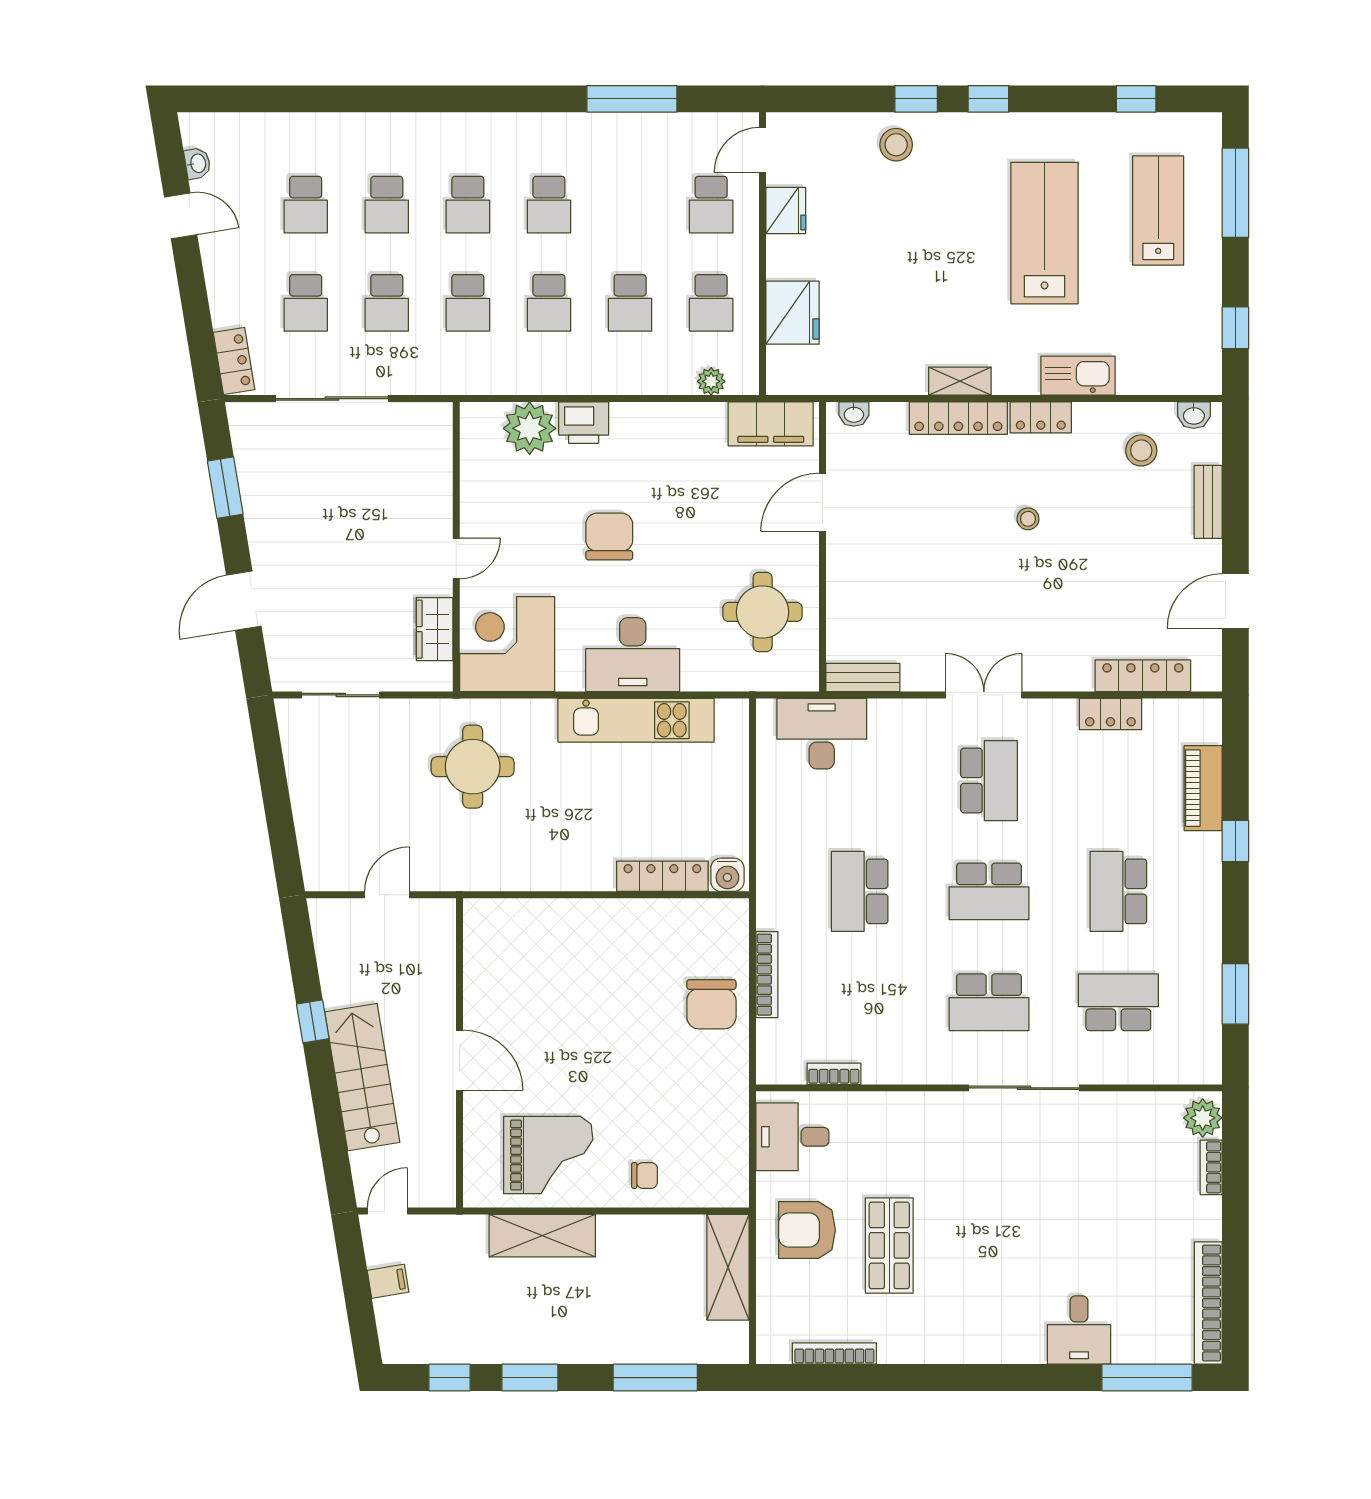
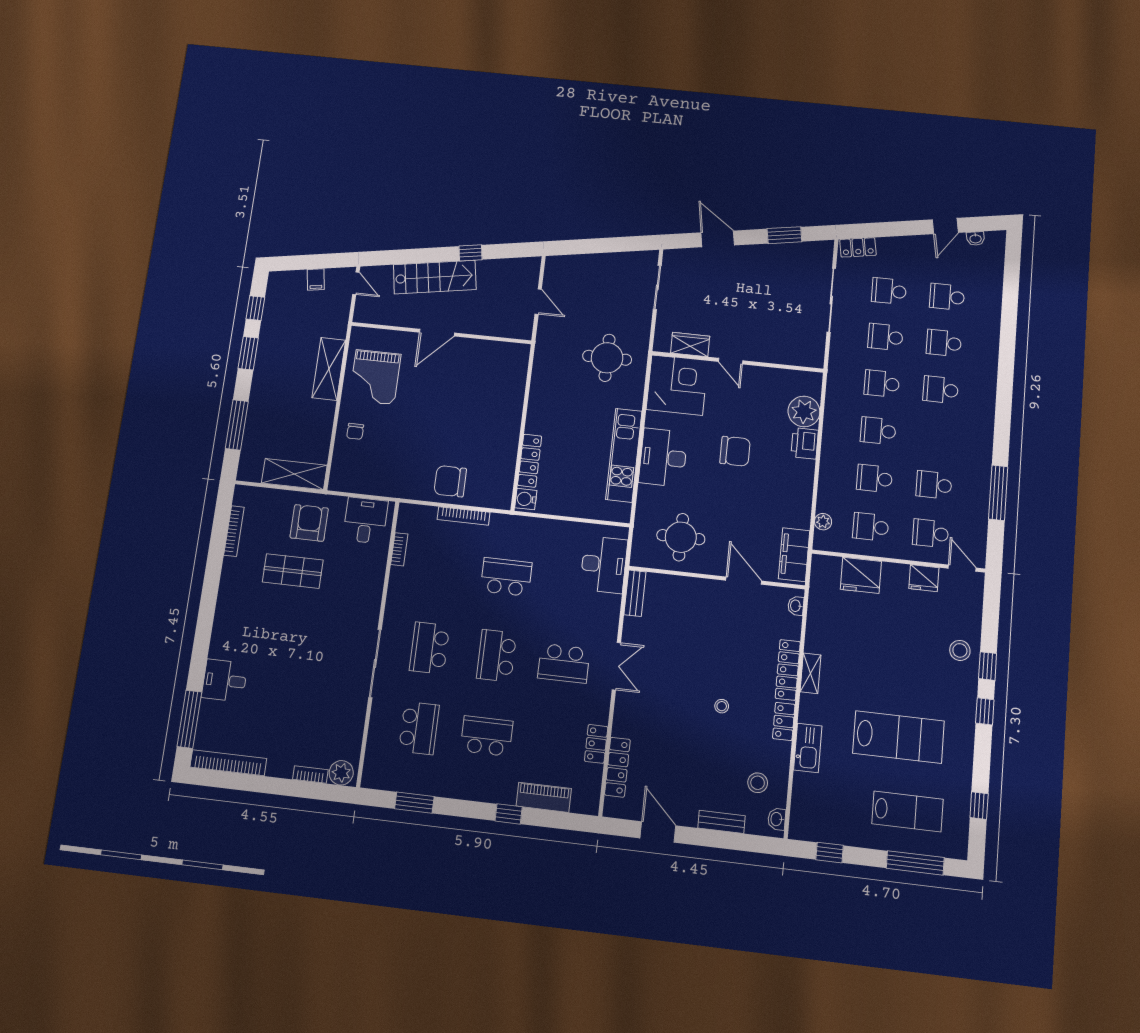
school desk: (549, 205) -> (934, 485), moved

